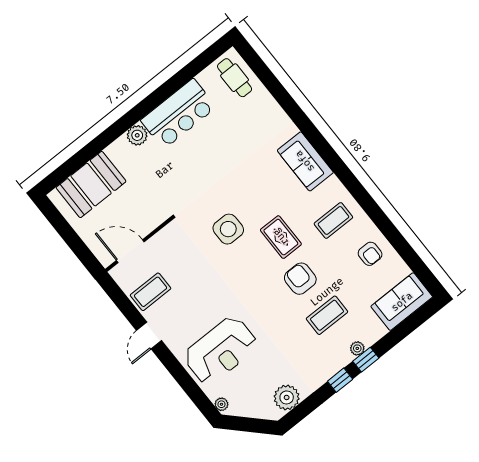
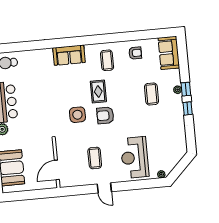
rug: (281, 237) -> (98, 91), turned 90
armchair: (300, 279) -> (105, 115), moved
coffee table: (151, 292) -> (95, 158), moved
reception desk: (221, 351) -> (135, 157), turned 180
plant: (287, 397) -> (179, 140), removed

